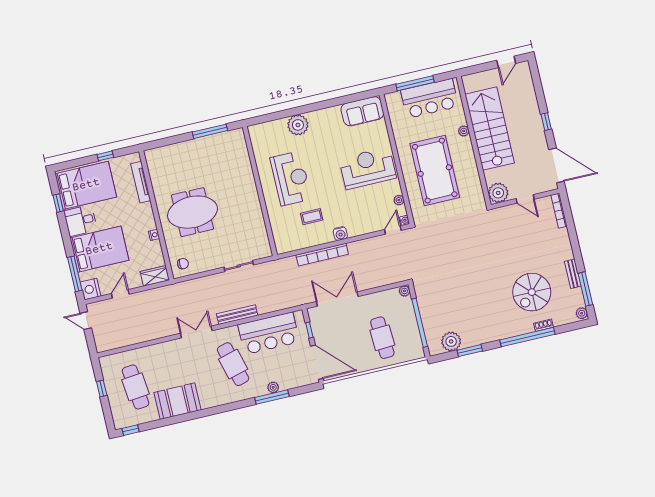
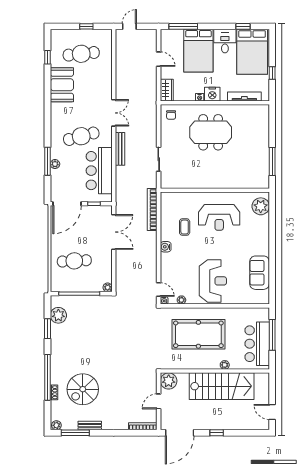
sofa: (362, 111) -> (260, 273), moved
plant: (298, 125) -> (261, 206), moved
meeting table: (192, 212) -> (211, 132), turned 90
bookcase: (322, 255) -> (152, 210), moved
nightstand: (91, 289) -> (212, 94), moved, turned 180
spiral stairs: (532, 292) -> (83, 389), turned -90
door: (86, 321) -> (129, 26), moved
window: (131, 430) -> (48, 57), moved

